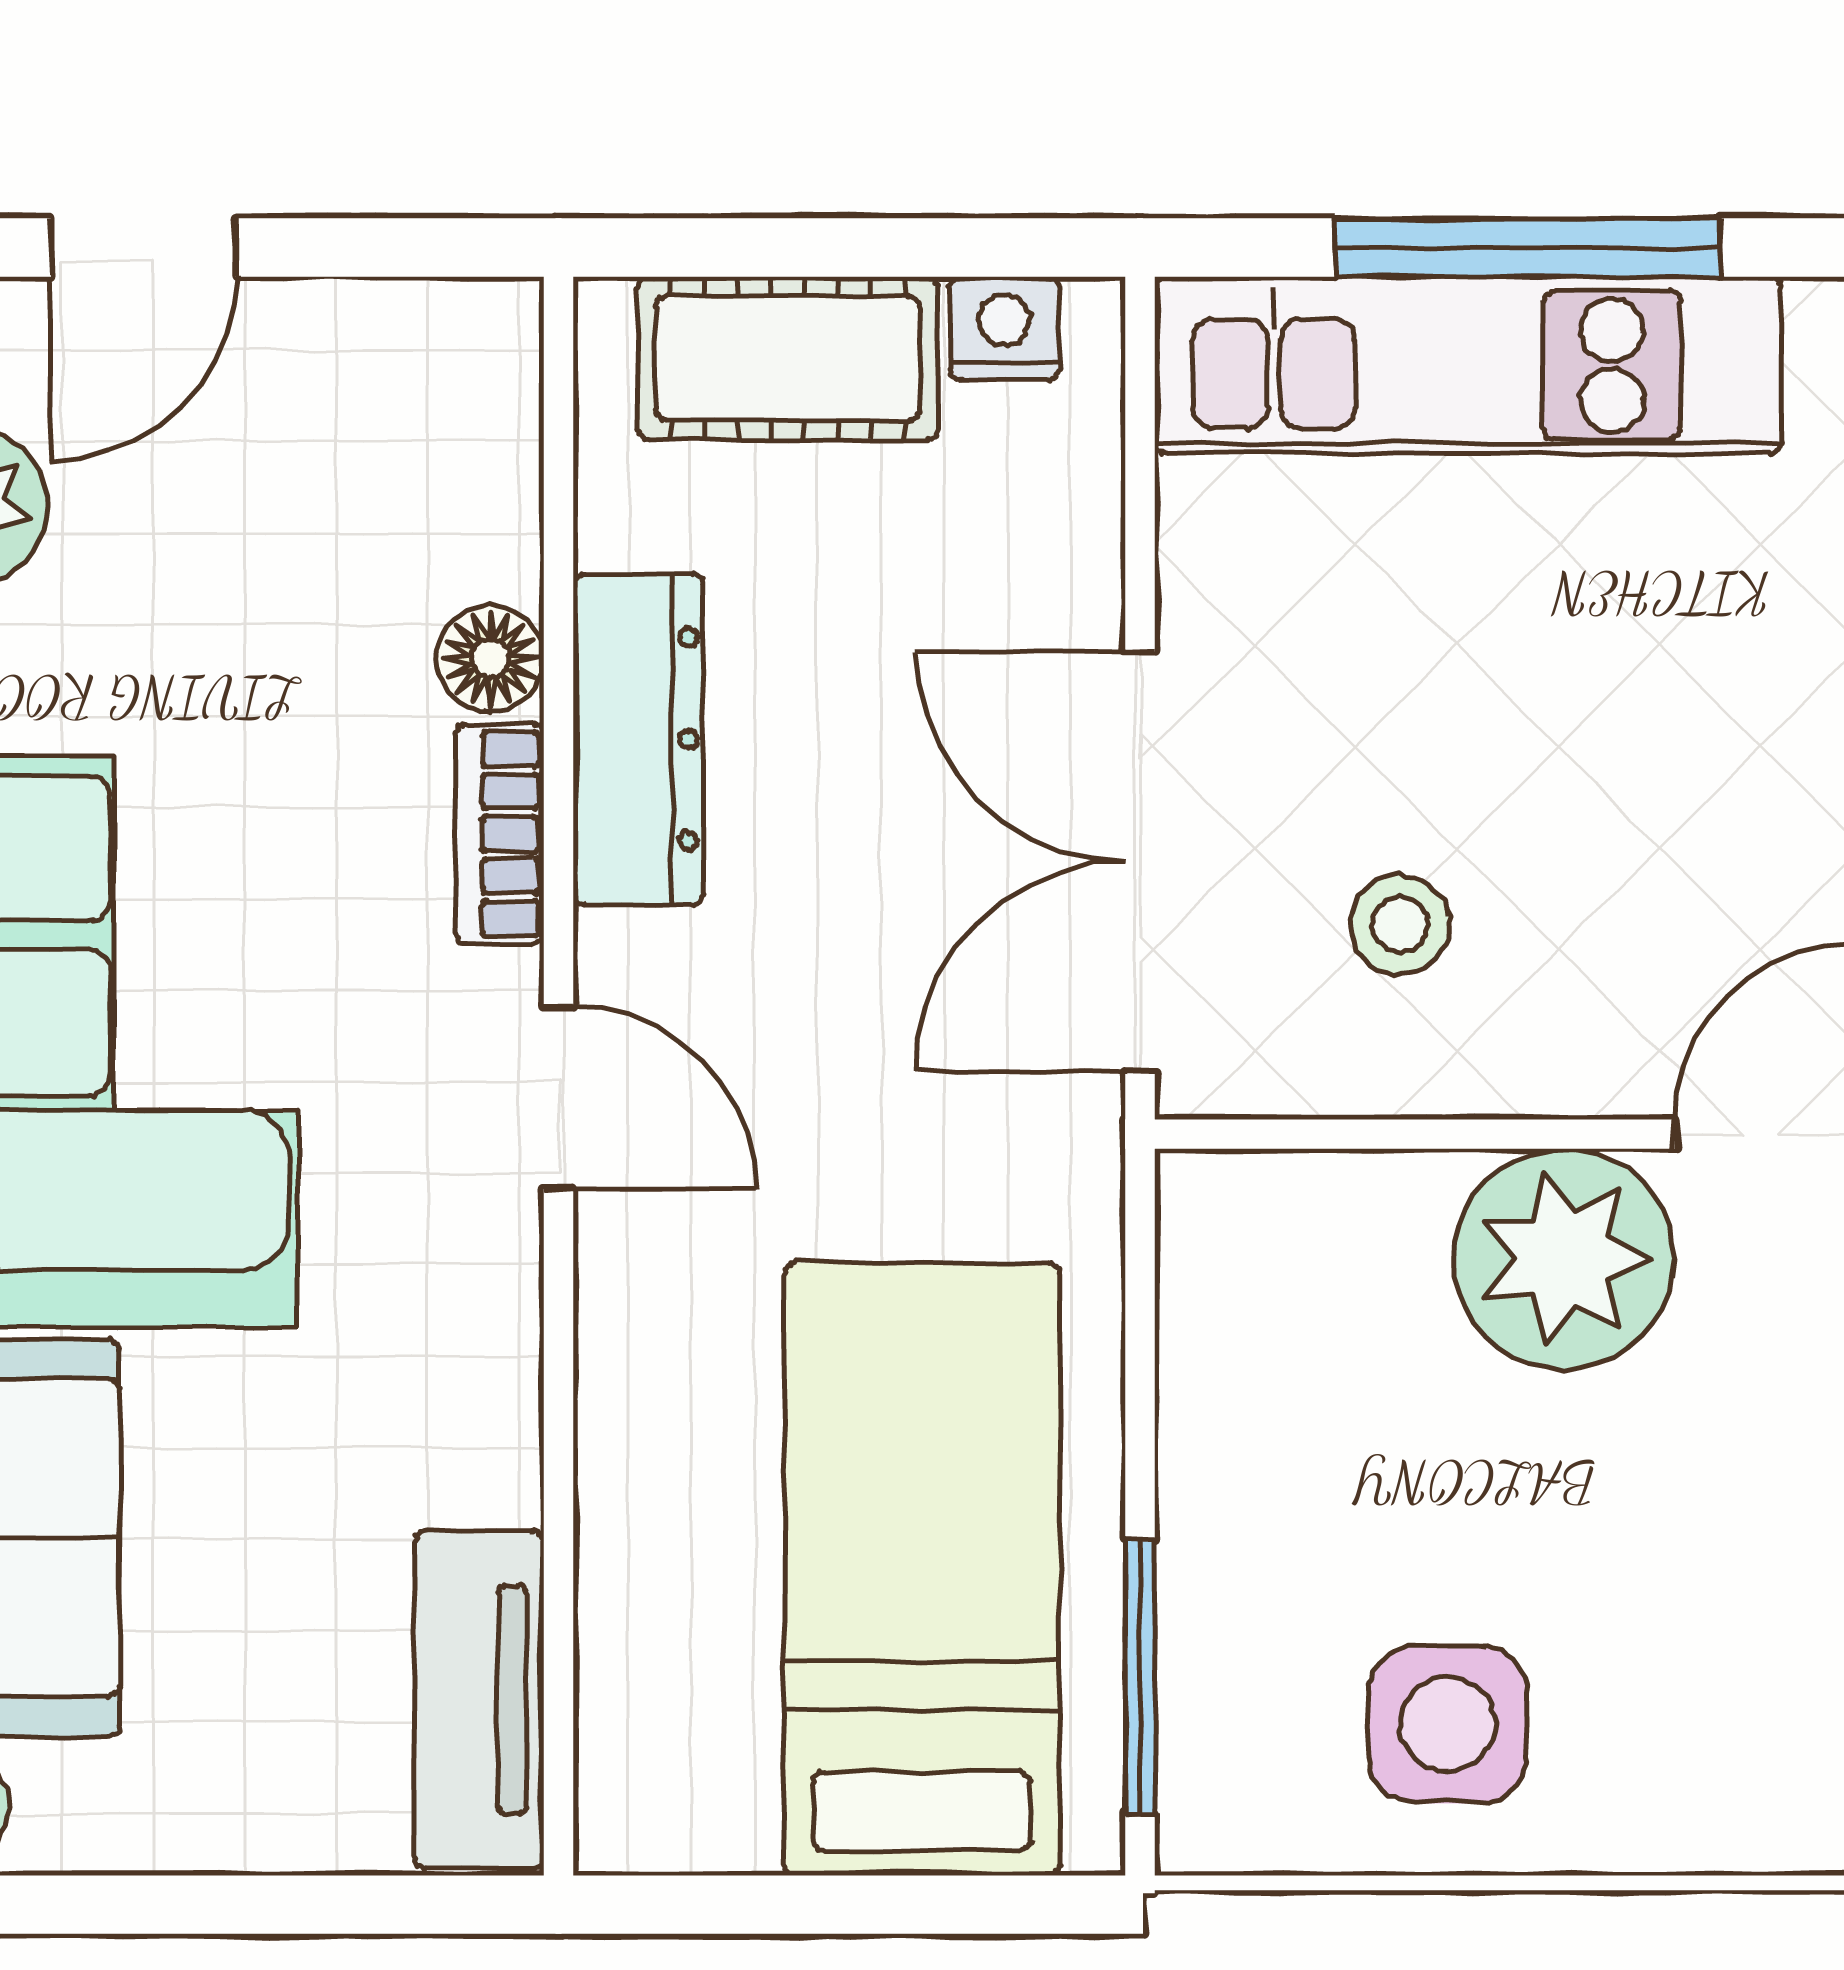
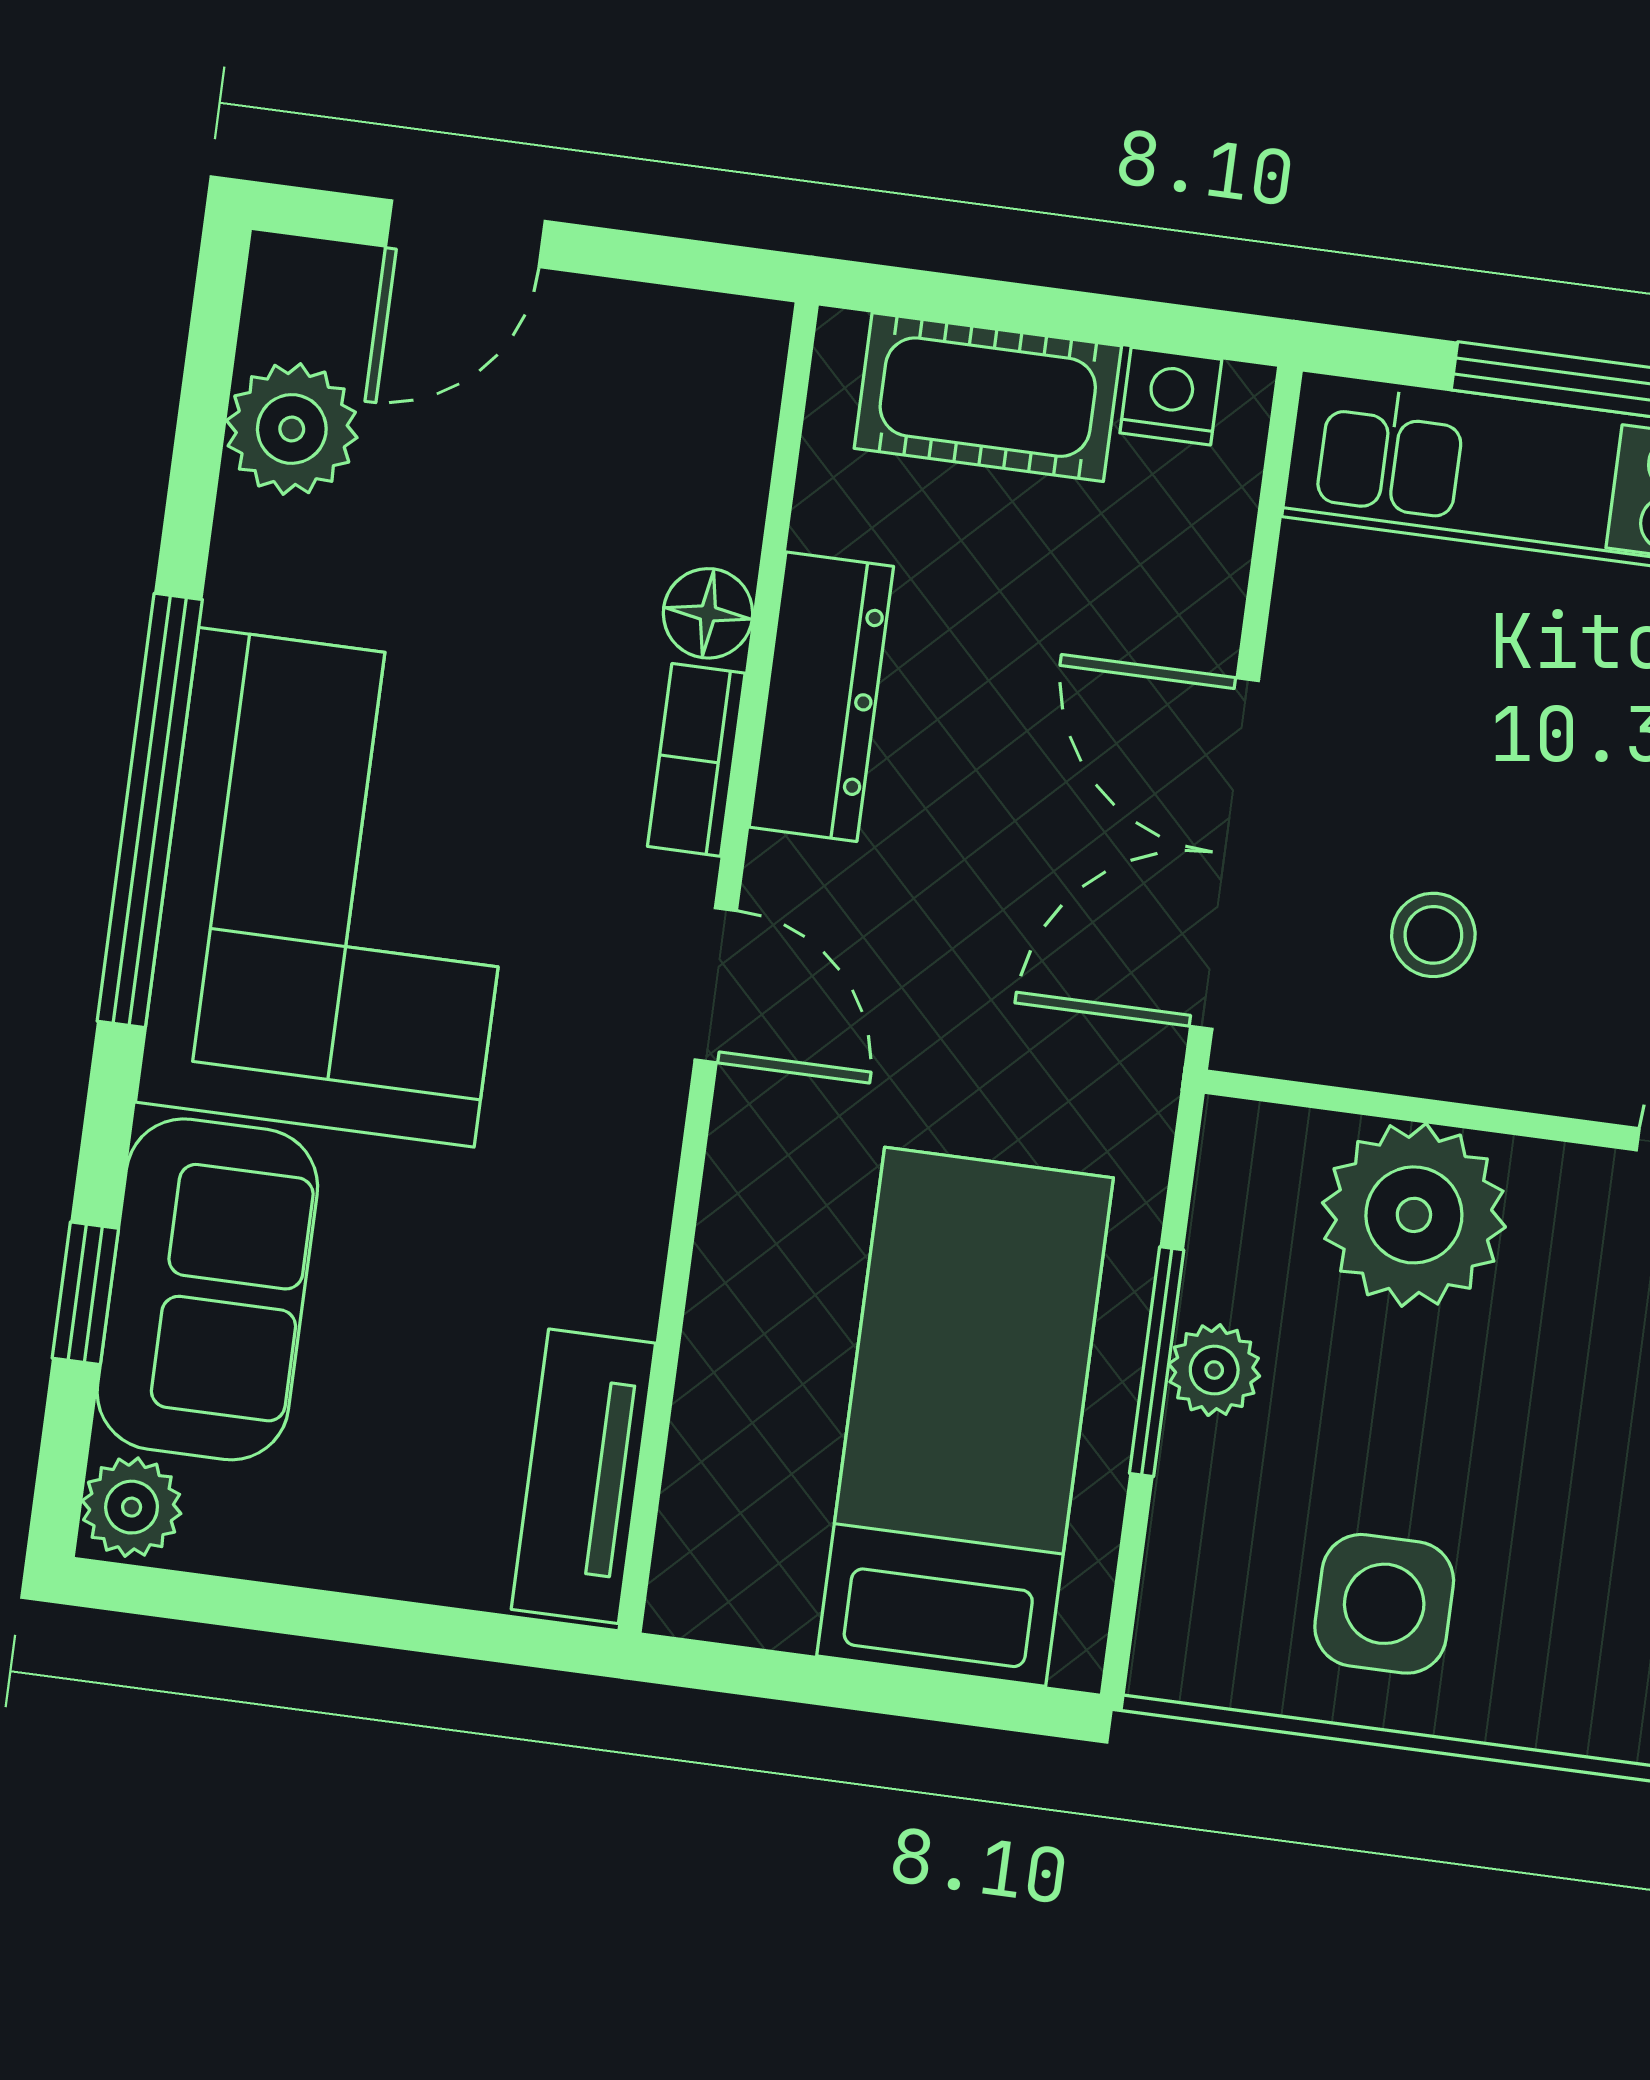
plant: (1564, 1259) -> (1414, 1215), moved
plant: (1209, 1474) -> (1214, 1370), added
window: (1140, 1677) -> (1157, 1362), moved

